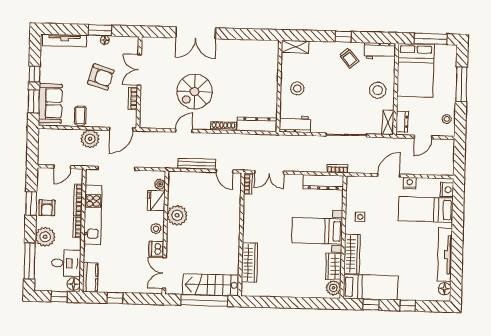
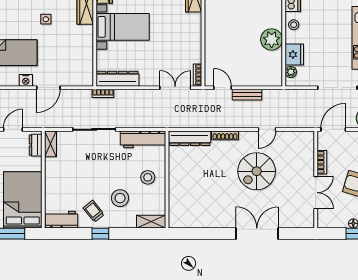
stool: (378, 90) -> (120, 198), moved
spiral stairs: (195, 92) -> (257, 171), turned 180
workbench: (295, 124) -> (143, 139), width x1.38
bench: (197, 164) -> (247, 95), width x0.73
side table: (360, 217) -> (46, 19), moved

